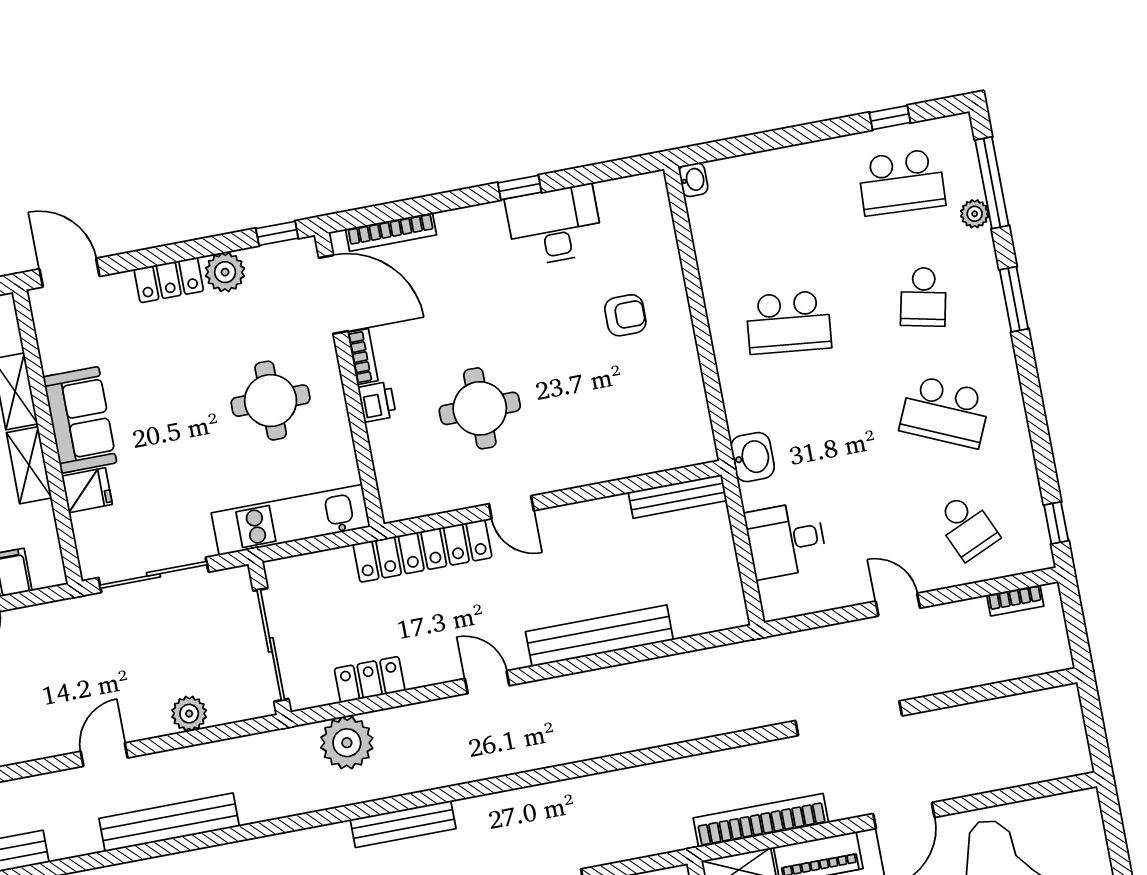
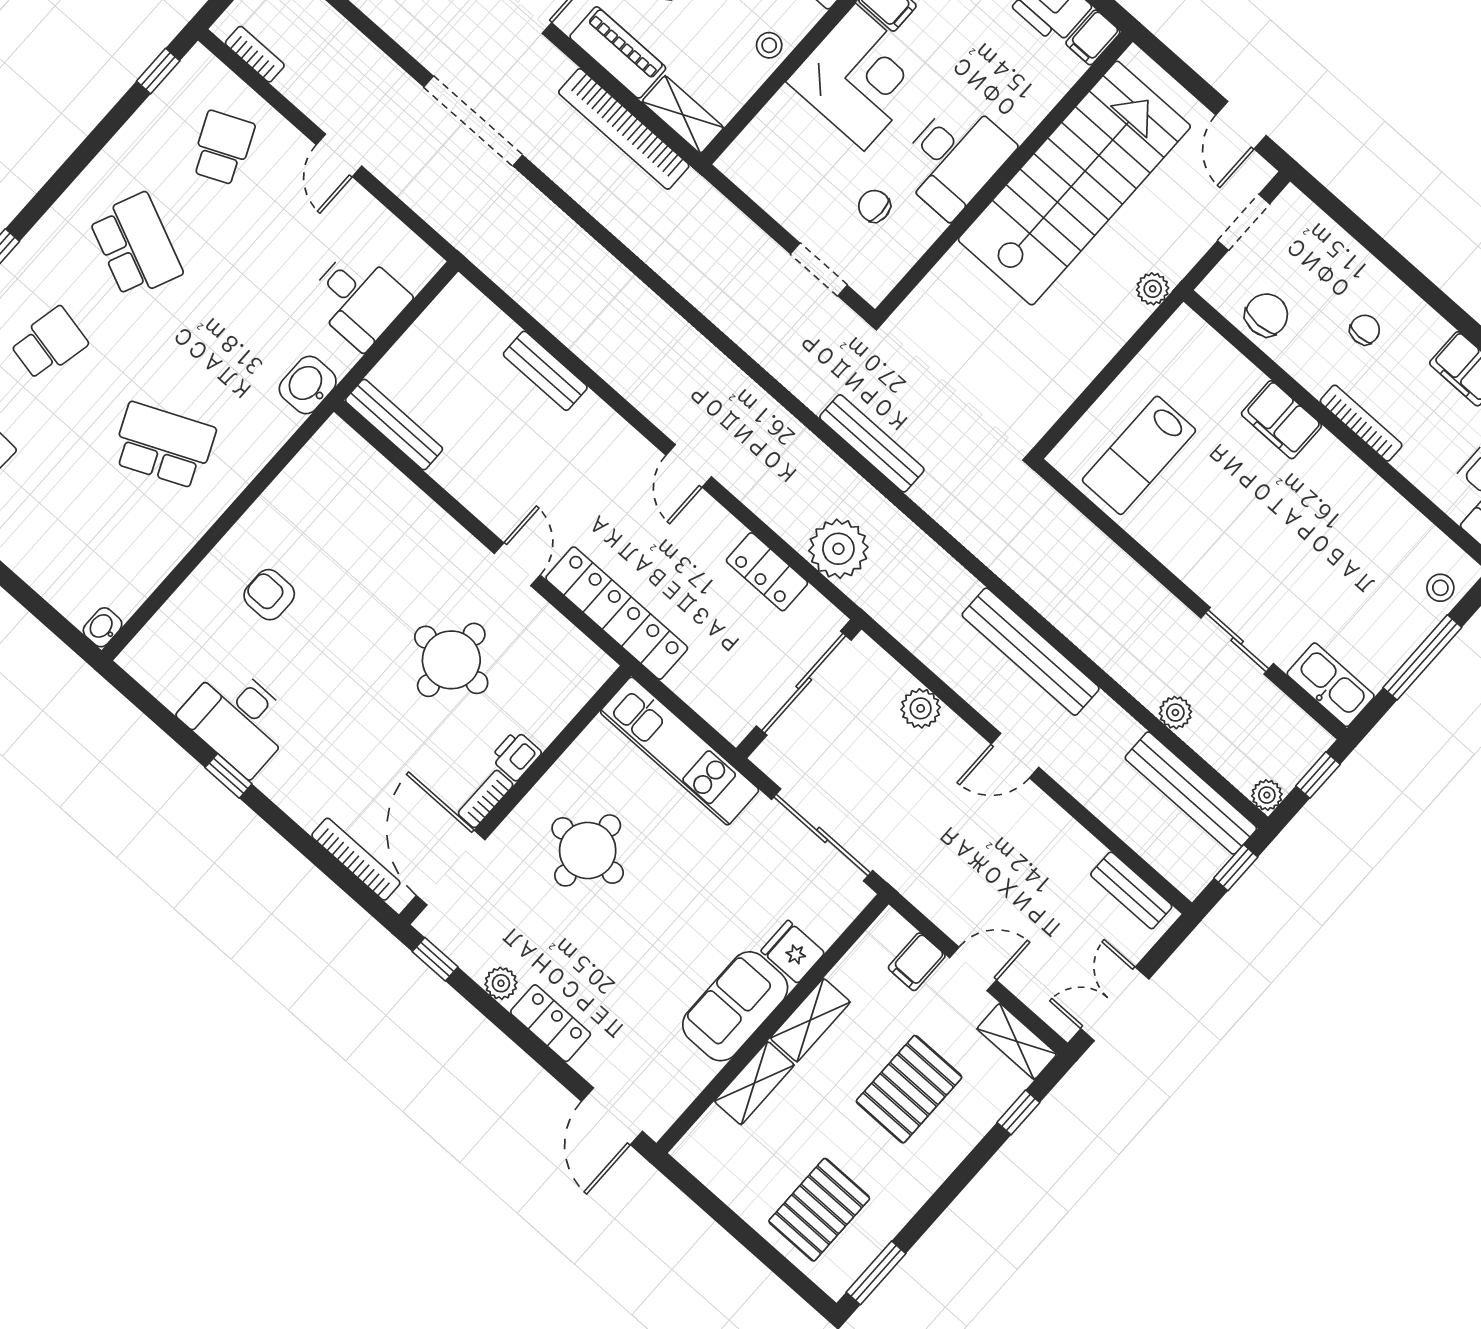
plant: (225, 272) -> (501, 983), width x0.73, depth x0.73
school desk: (789, 322) -> (164, 445), turned -30
bench: (599, 636) -> (545, 371), width x0.54, depth x0.82

